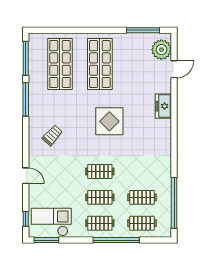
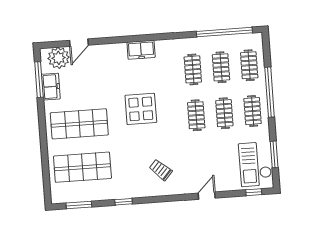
freezer: (136, 41) -> (51, 87), added
window: (26, 58) -> (79, 205), width x0.69
door: (174, 69) -> (79, 43), swing flipped
window: (26, 99) -> (124, 202), width x0.46
freezer: (163, 106) -> (141, 50), moved
clothes rail: (142, 171) -> (193, 69), added
window: (46, 240) -> (274, 154), moved

